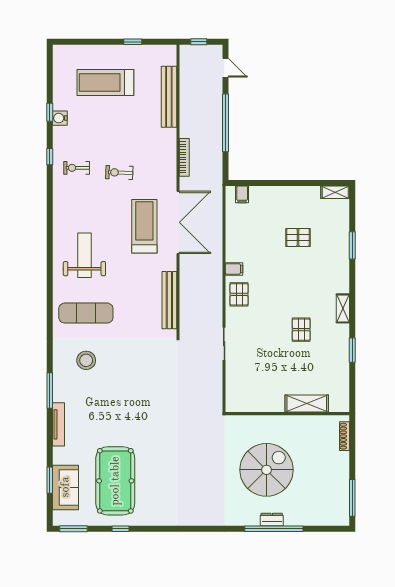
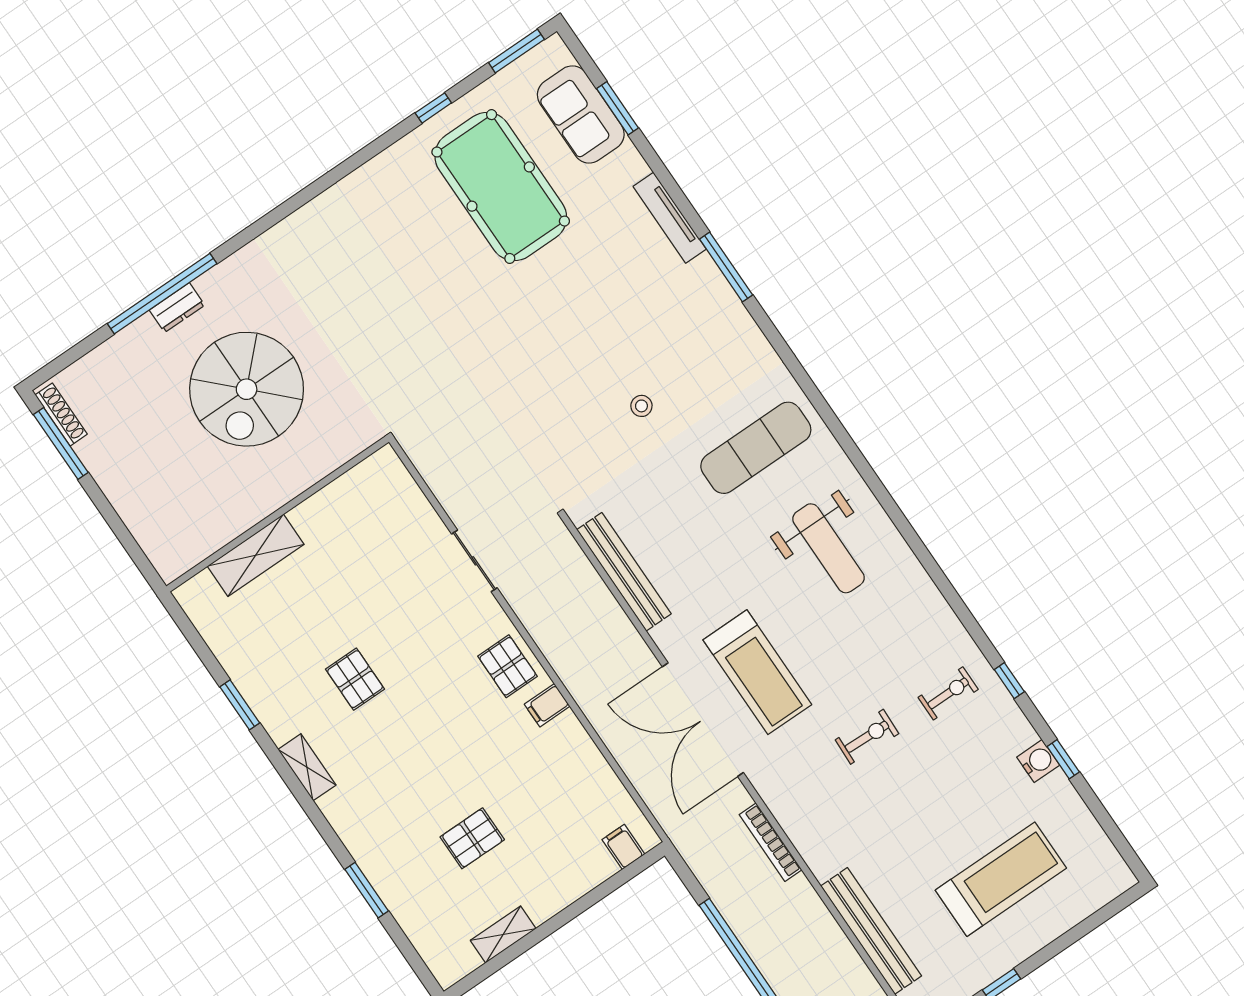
shelving: (335, 192) -> (503, 934), moved
stool: (86, 360) -> (641, 406), moved, width x0.53, depth x0.53
shoe rack: (345, 436) -> (61, 414), moved

